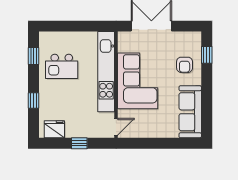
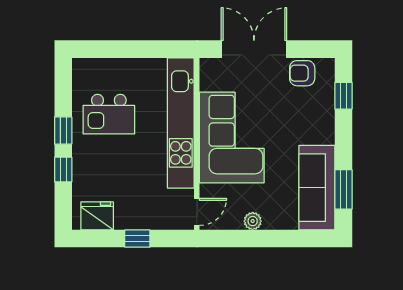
window: (33, 56) -> (63, 131), moved
armchair: (185, 65) -> (302, 73), moved, turned 90
window: (207, 113) -> (343, 189), added
plant: (151, 132) -> (253, 221), added

